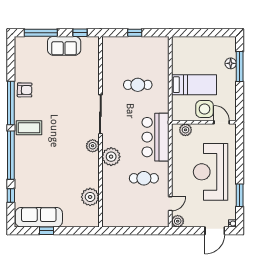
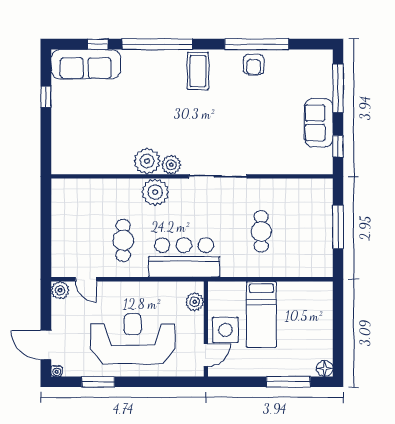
window: (135, 33) -> (338, 227), width x2.17
floor lamp: (231, 63) -> (325, 368), moved
window: (11, 103) -> (257, 44), moved
plant: (90, 197) -> (147, 161), moved
sofa: (39, 217) -> (86, 64), moved, turned 90

